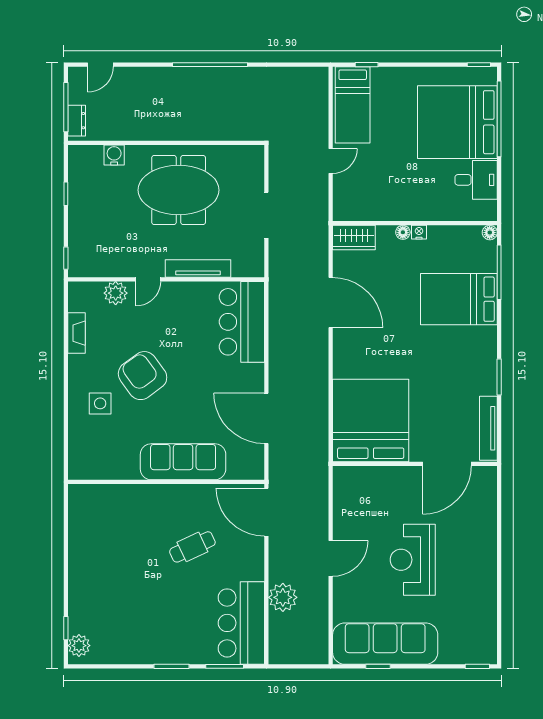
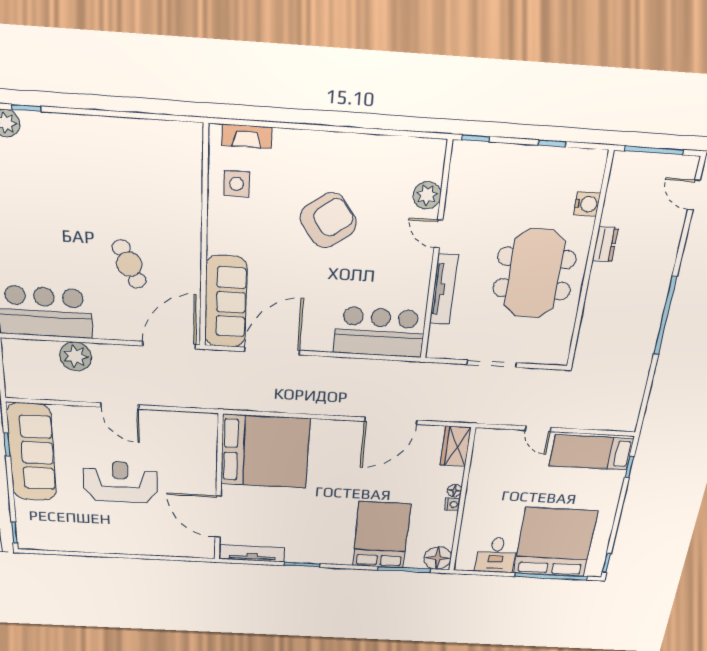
dresser: (77, 121) -> (605, 244), moved, turned -90
floor lamp: (490, 233) -> (438, 558), width x1.89, depth x1.89
fireplace: (77, 333) -> (247, 136), moved
side table: (100, 403) -> (236, 184), moved
sofa: (183, 462) -> (226, 302), moved

